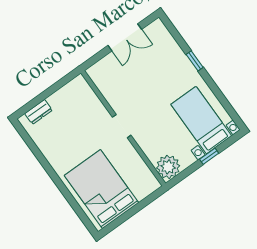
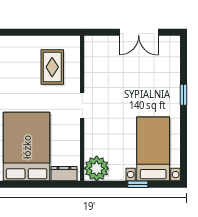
dresser: (39, 112) -> (64, 174), moved, turned 180
rug: (77, 113) -> (52, 67), added

